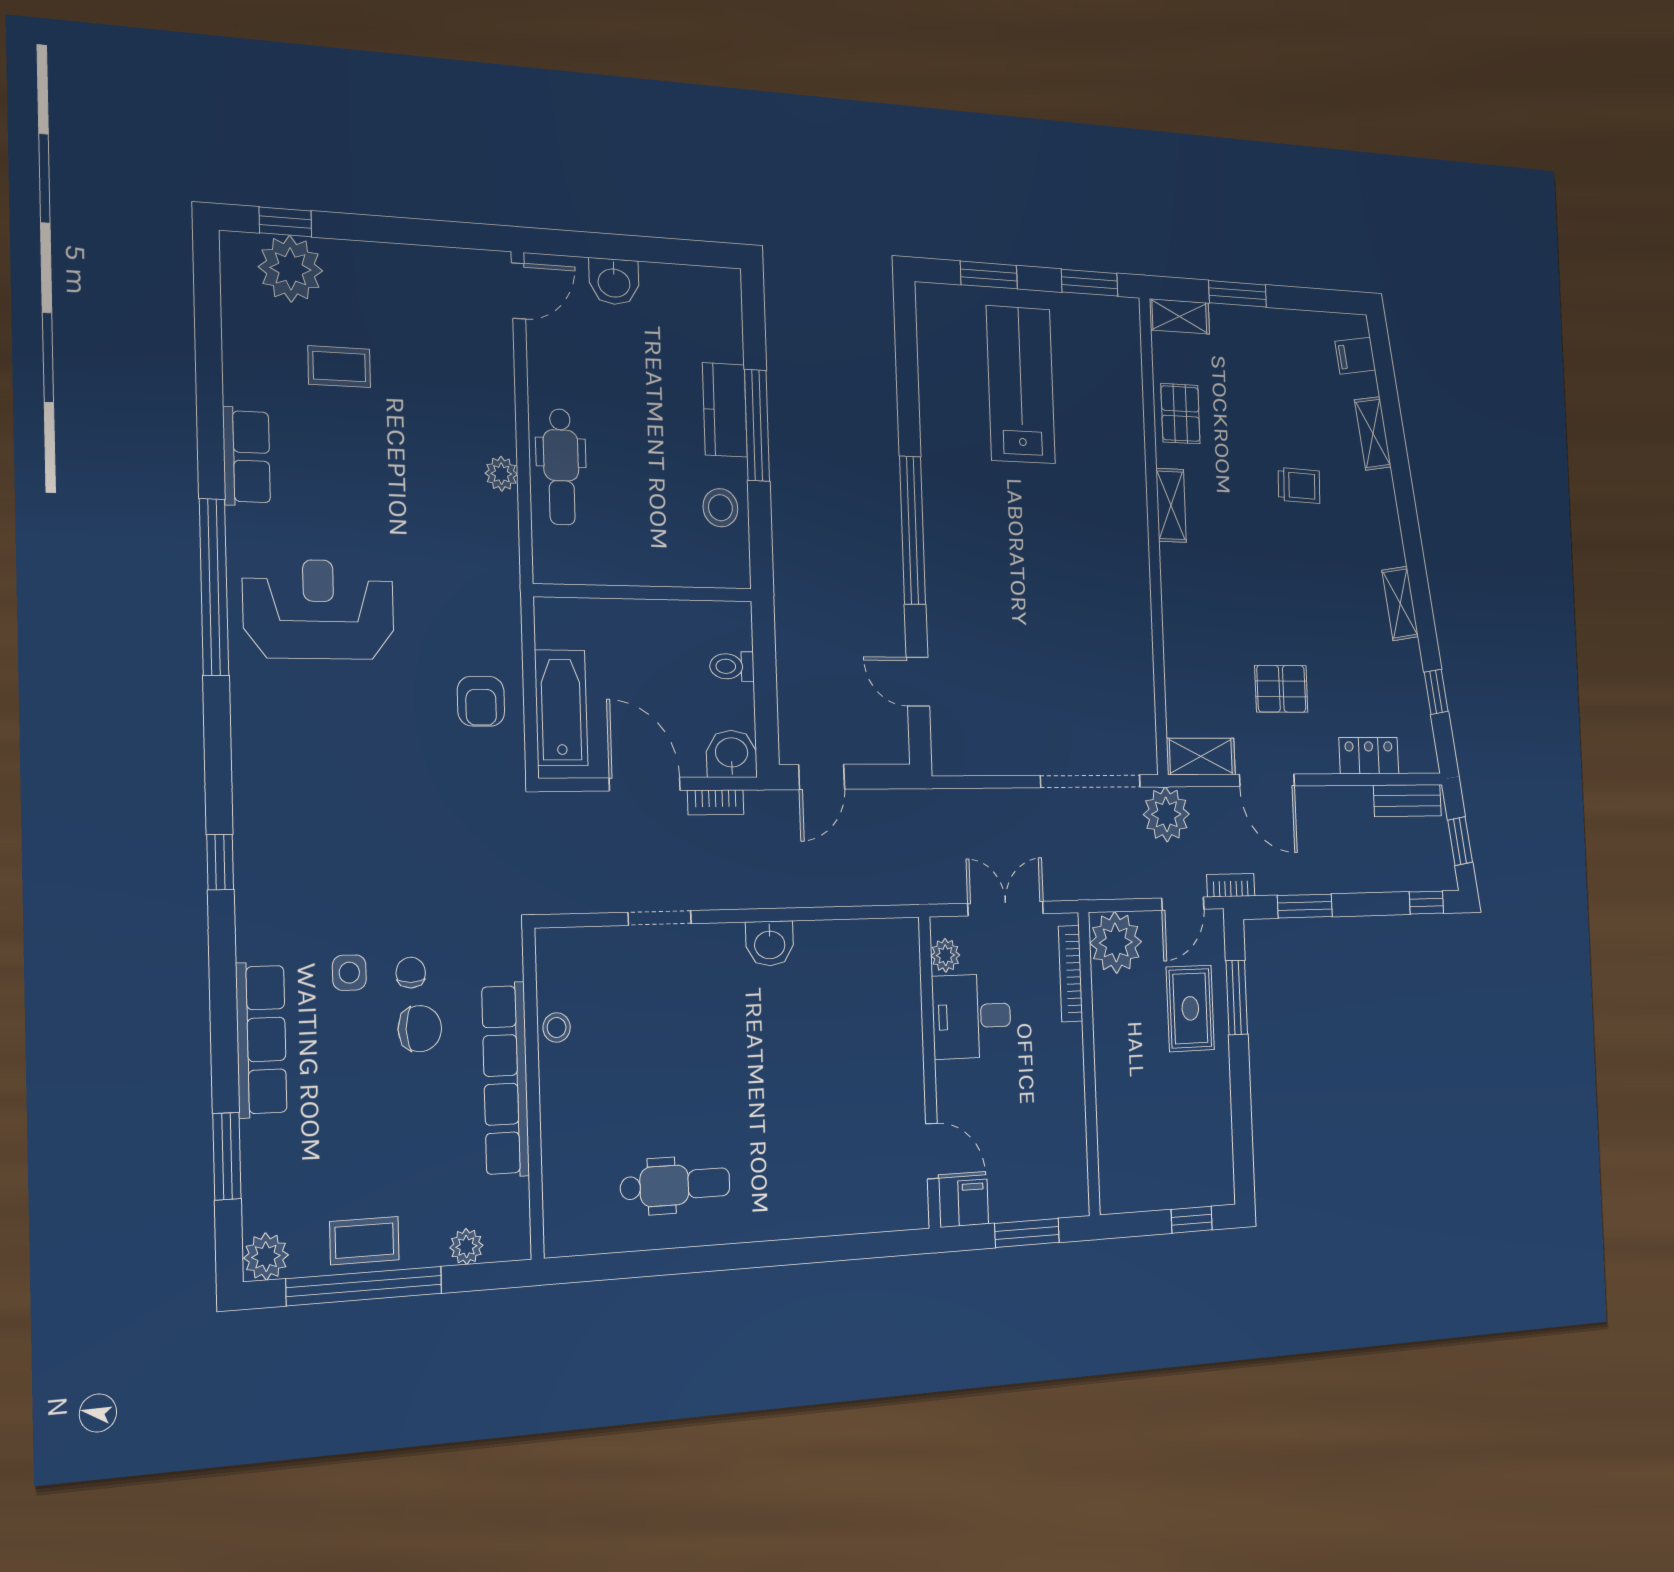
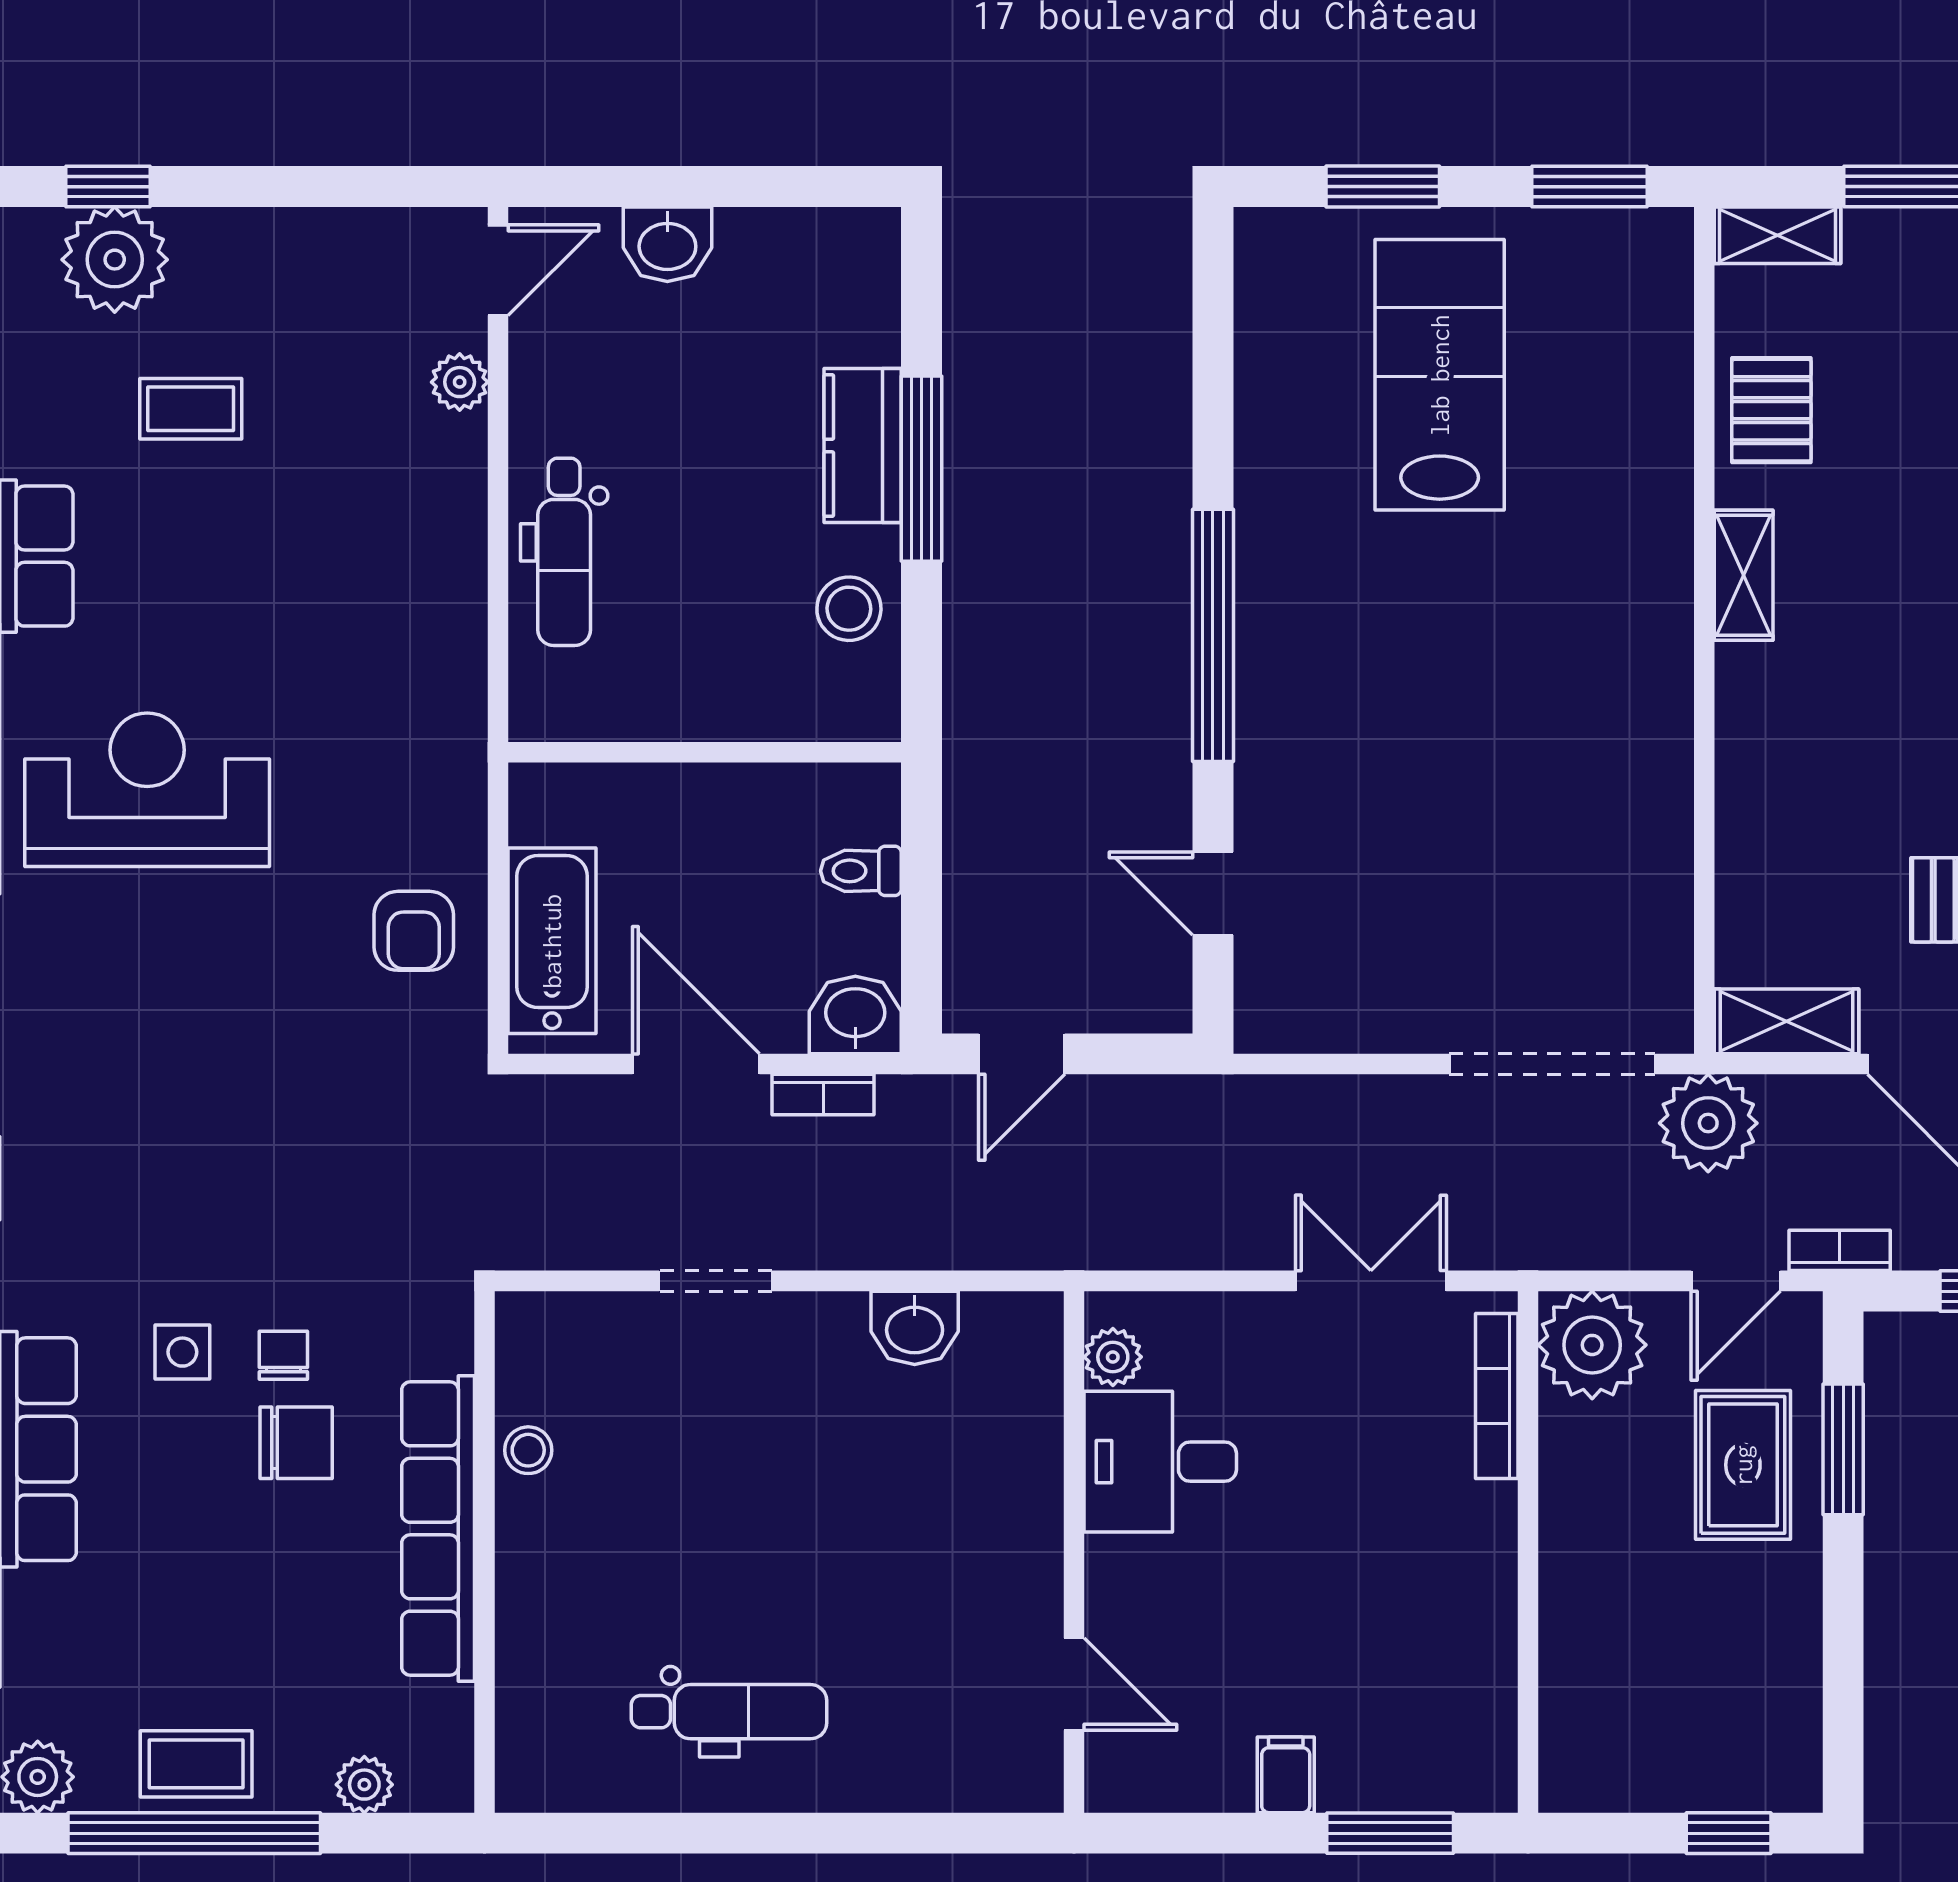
plant: (501, 474) -> (460, 382), moved
plant: (945, 955) -> (1113, 1357), moved
desk: (972, 1016) -> (1160, 1462), moved
wall: (930, 1072) -> (1074, 1552), moved
door: (932, 1151) -> (1074, 1684), moved

